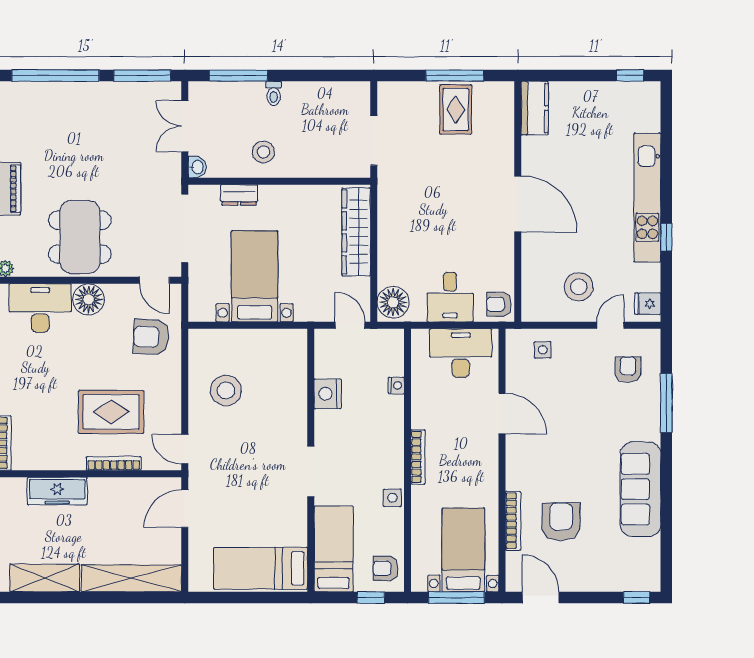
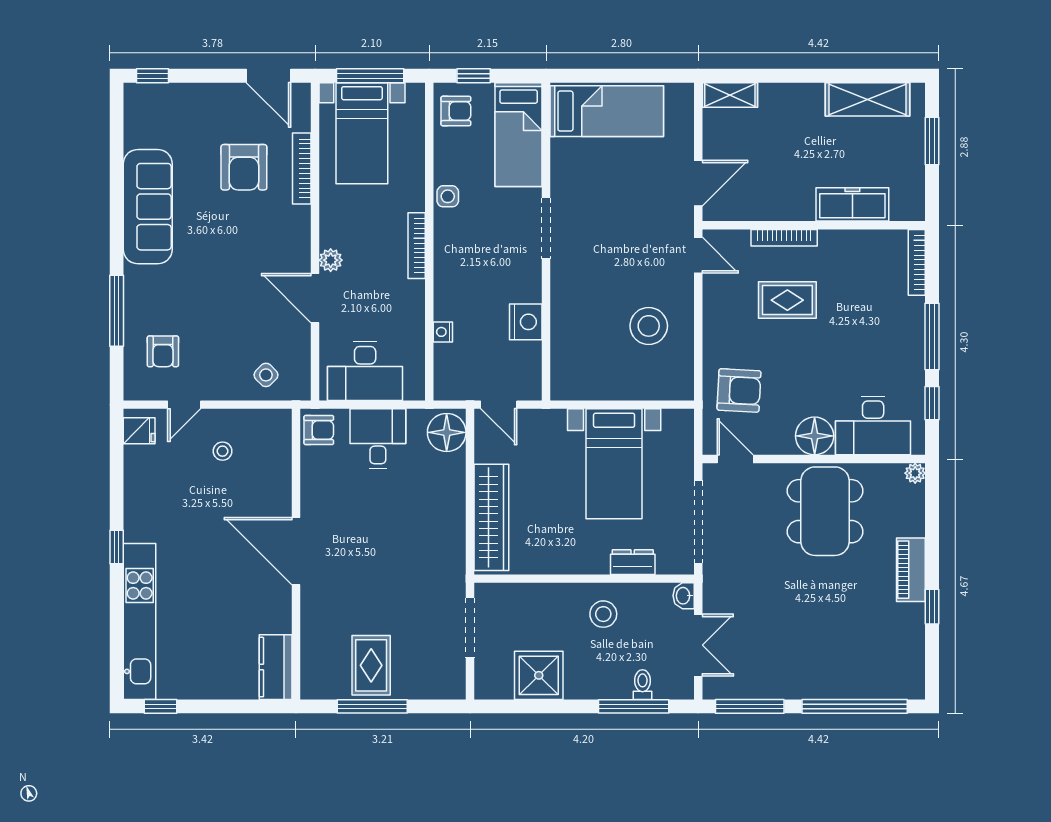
toilet: (274, 94) -> (643, 685), moved
shower: (317, 101) -> (539, 675), added
kitchen unit: (647, 198) -> (140, 621), moved
window: (666, 237) -> (117, 547), moved
stool: (579, 287) -> (223, 451), width x0.53, depth x0.53
side table: (543, 350) -> (266, 375), turned 45
rug: (111, 412) -> (787, 300), width x0.73, depth x0.70
plant: (489, 445) -> (331, 260), added
shelving: (131, 578) -> (730, 95), width x0.45, depth x0.75

